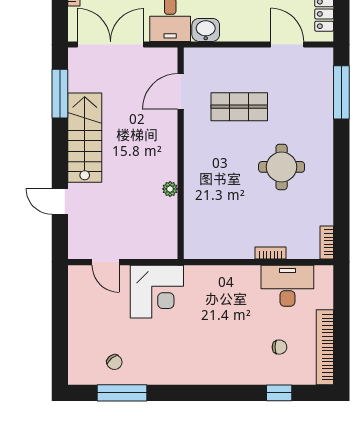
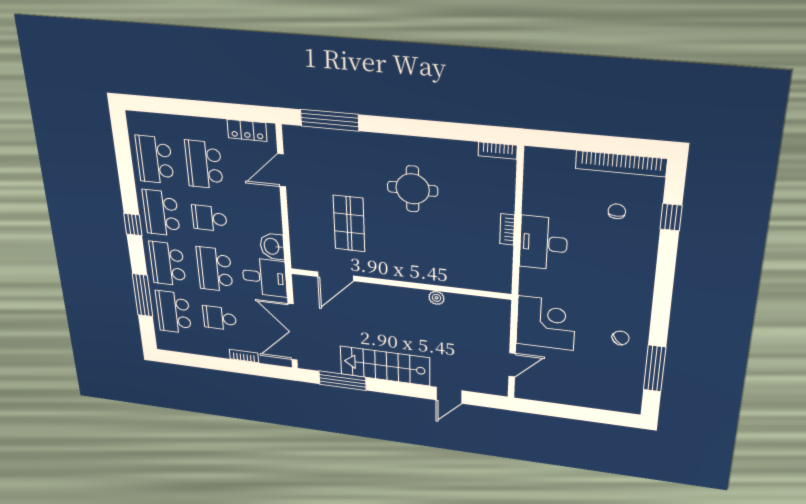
door: (181, 91) -> (336, 276), hinge flipped
bookcase: (270, 253) -> (507, 229), moved
desk: (287, 286) -> (543, 243), moved
chair: (114, 362) -> (621, 338), moved

